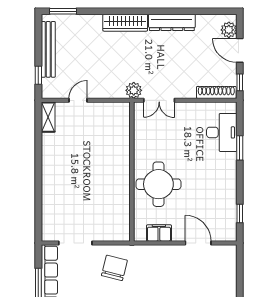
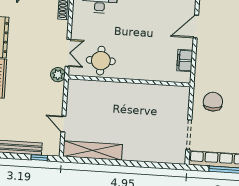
shelving: (48, 117) -> (93, 150), width x2.20, depth x1.33
round table: (158, 184) -> (101, 61), moved, width x0.73, depth x0.73
chair: (114, 268) -> (213, 102), turned 76

